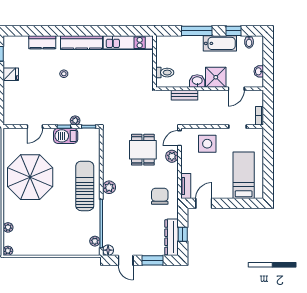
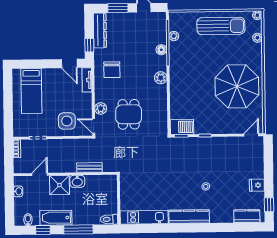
kitchen counter: (42, 42) -> (247, 216), moved
toilet: (165, 73) -> (109, 219), moved
plant: (75, 121) -> (194, 142), removed
door: (35, 127) -> (251, 135), moved
barbecue: (66, 136) -> (182, 127), moved
door: (179, 138) -> (94, 126), swing flipped
sun lounger: (85, 186) -> (221, 26), moved, turned -90
door: (204, 203) -> (69, 63), hinge flipped
window: (183, 234) -> (89, 45), moved
plant: (95, 241) -> (174, 36), moved
floor lamp: (108, 250) -> (161, 50), moved

